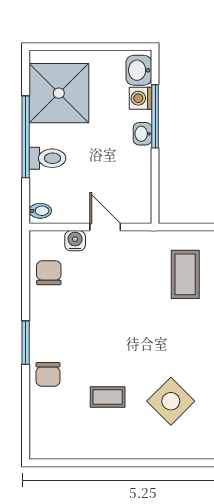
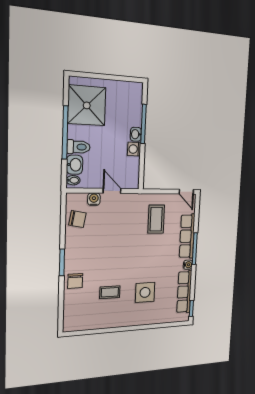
washbasin: (139, 70) -> (74, 165), moved, turned 180
washing machine: (140, 98) -> (134, 149), moved
chair: (49, 273) -> (77, 219), turned 100
side table: (171, 401) -> (145, 292), turned 45

